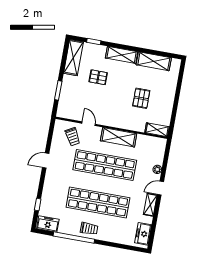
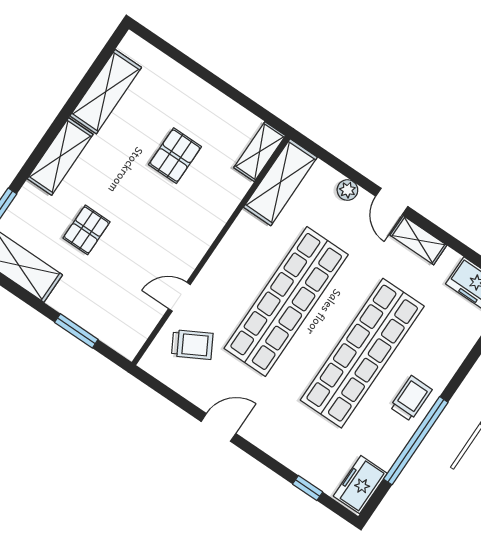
pallet: (141, 98) -> (175, 156), turned 90
shelving: (119, 137) -> (280, 182), moved
door: (46, 161) -> (218, 427), swing flipped

